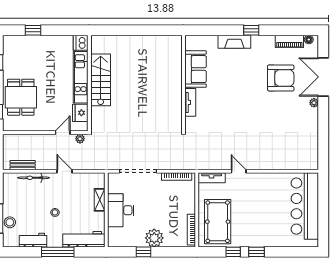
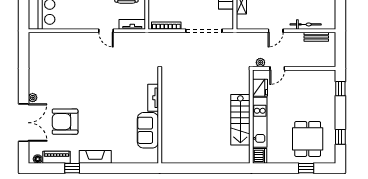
window: (251, 30) -> (72, 168), moved
fireplace: (234, 42) -> (95, 157), moved
dining table: (21, 97) -> (308, 139), moved
door: (64, 171) -> (276, 31), hinge flipped

